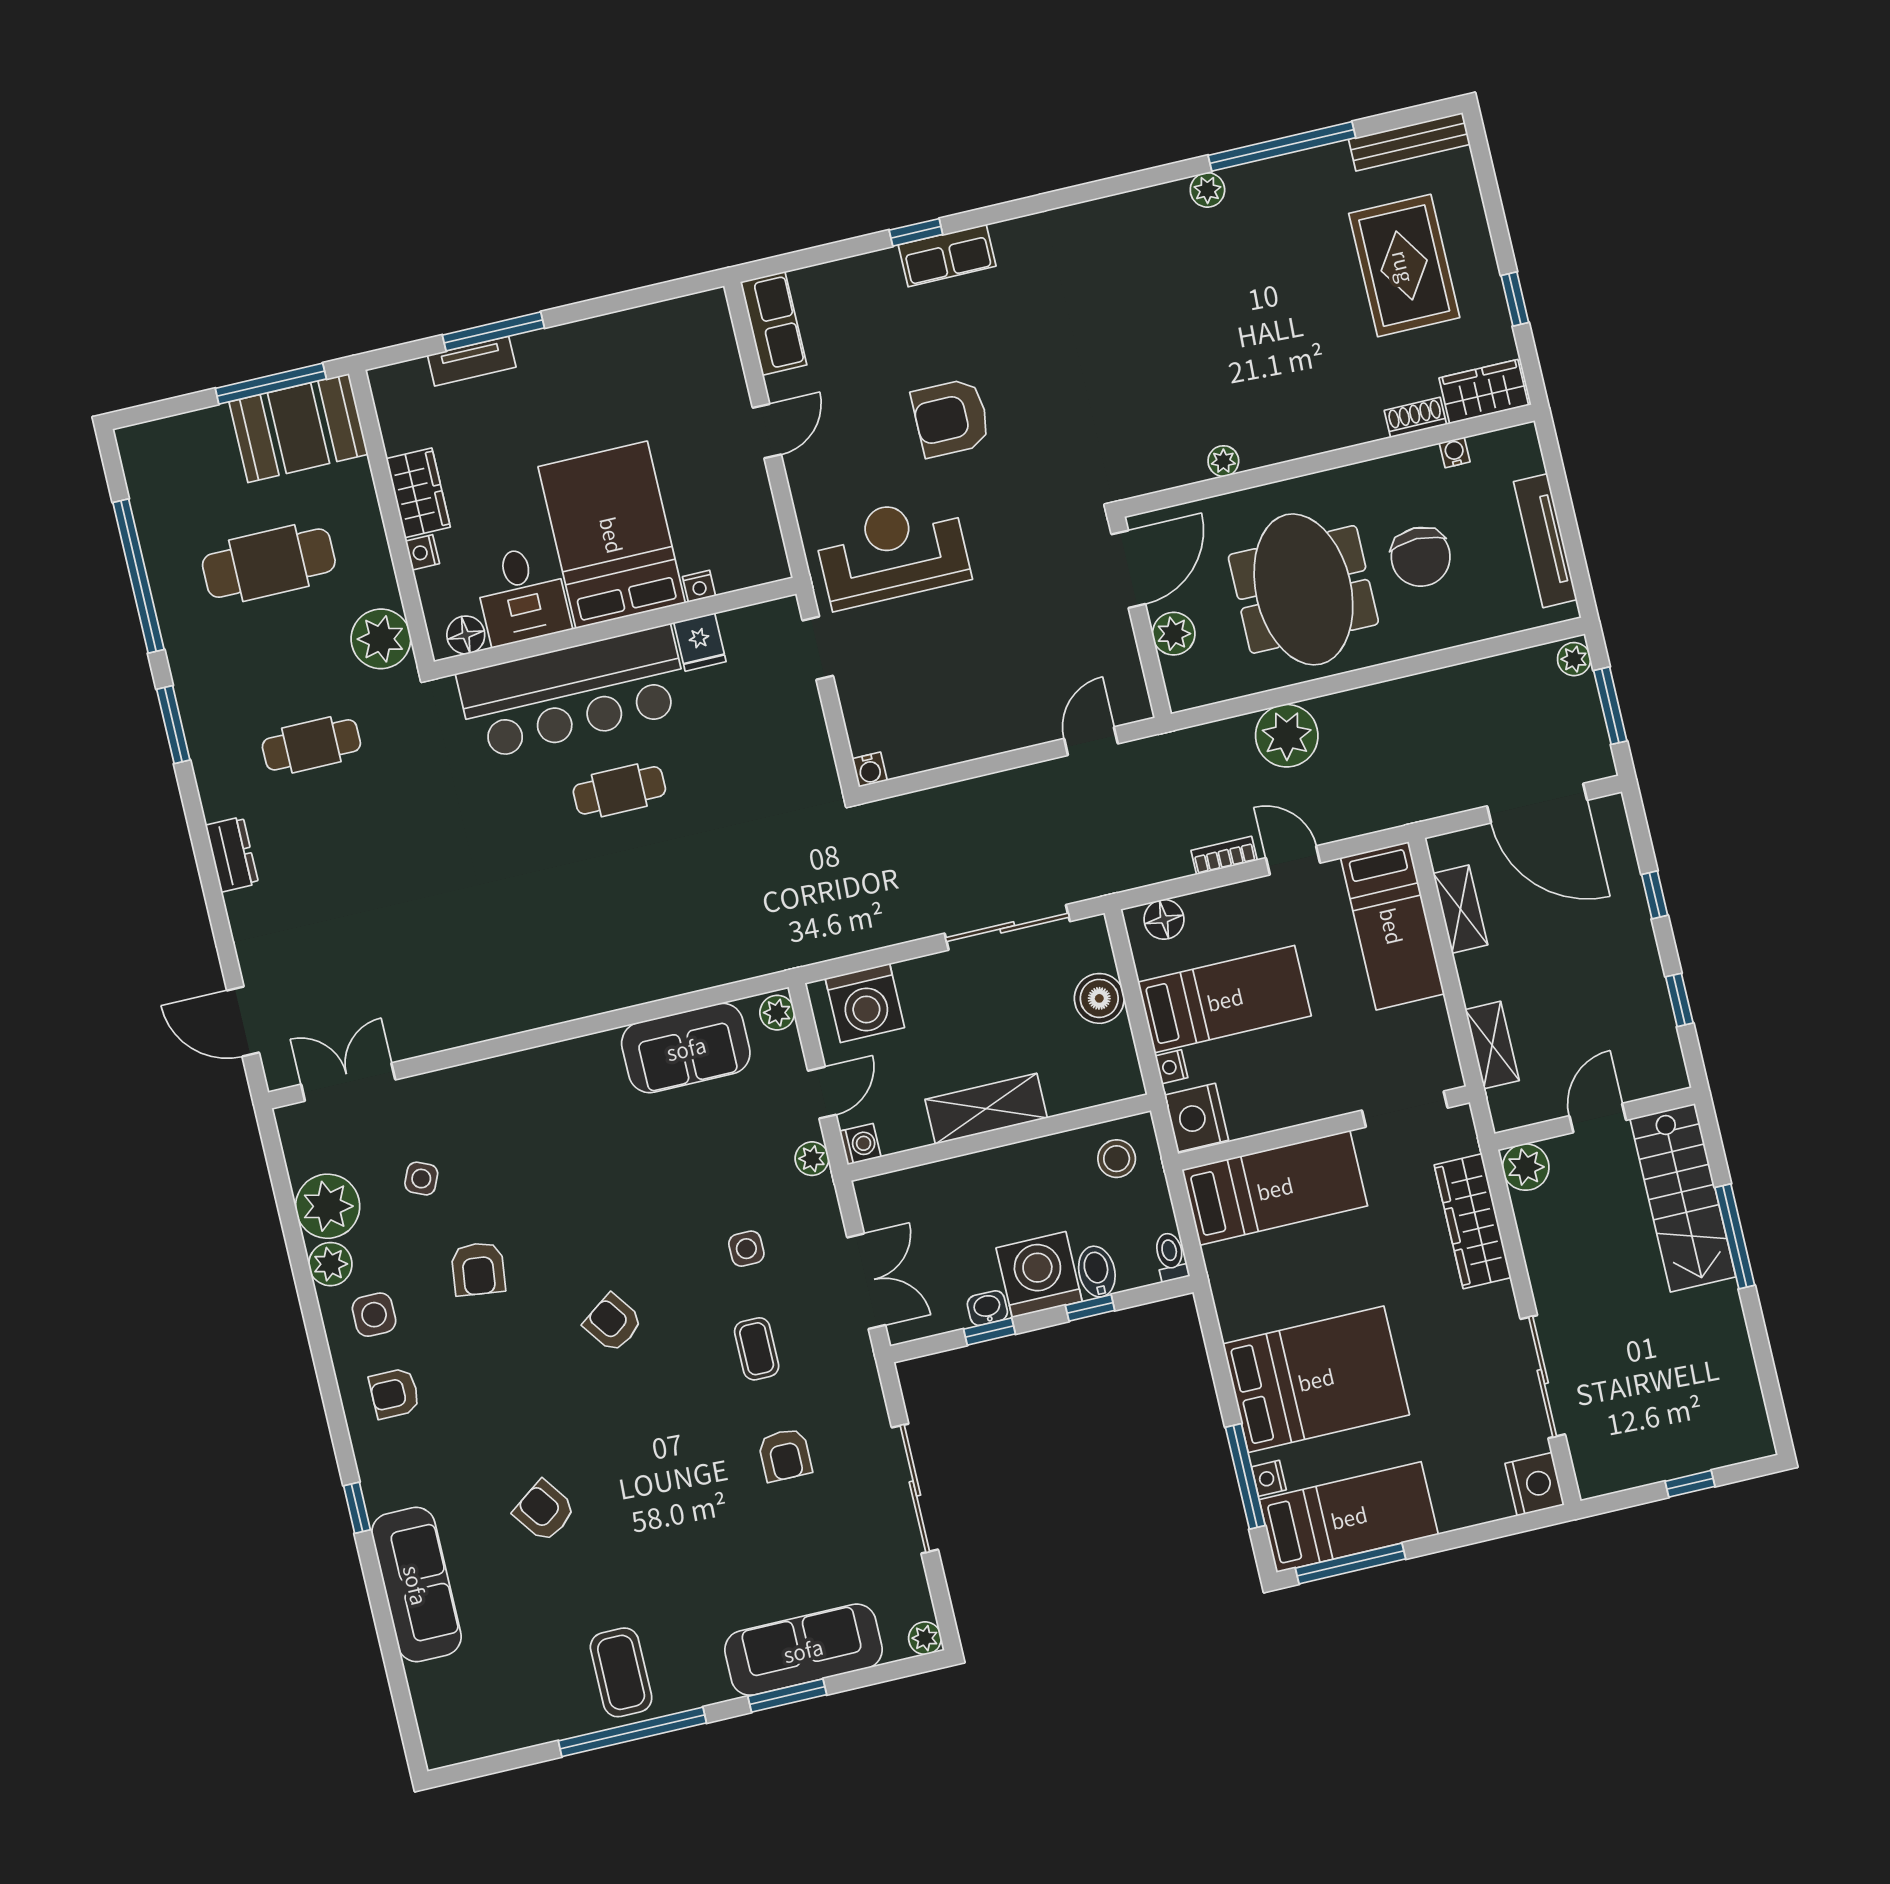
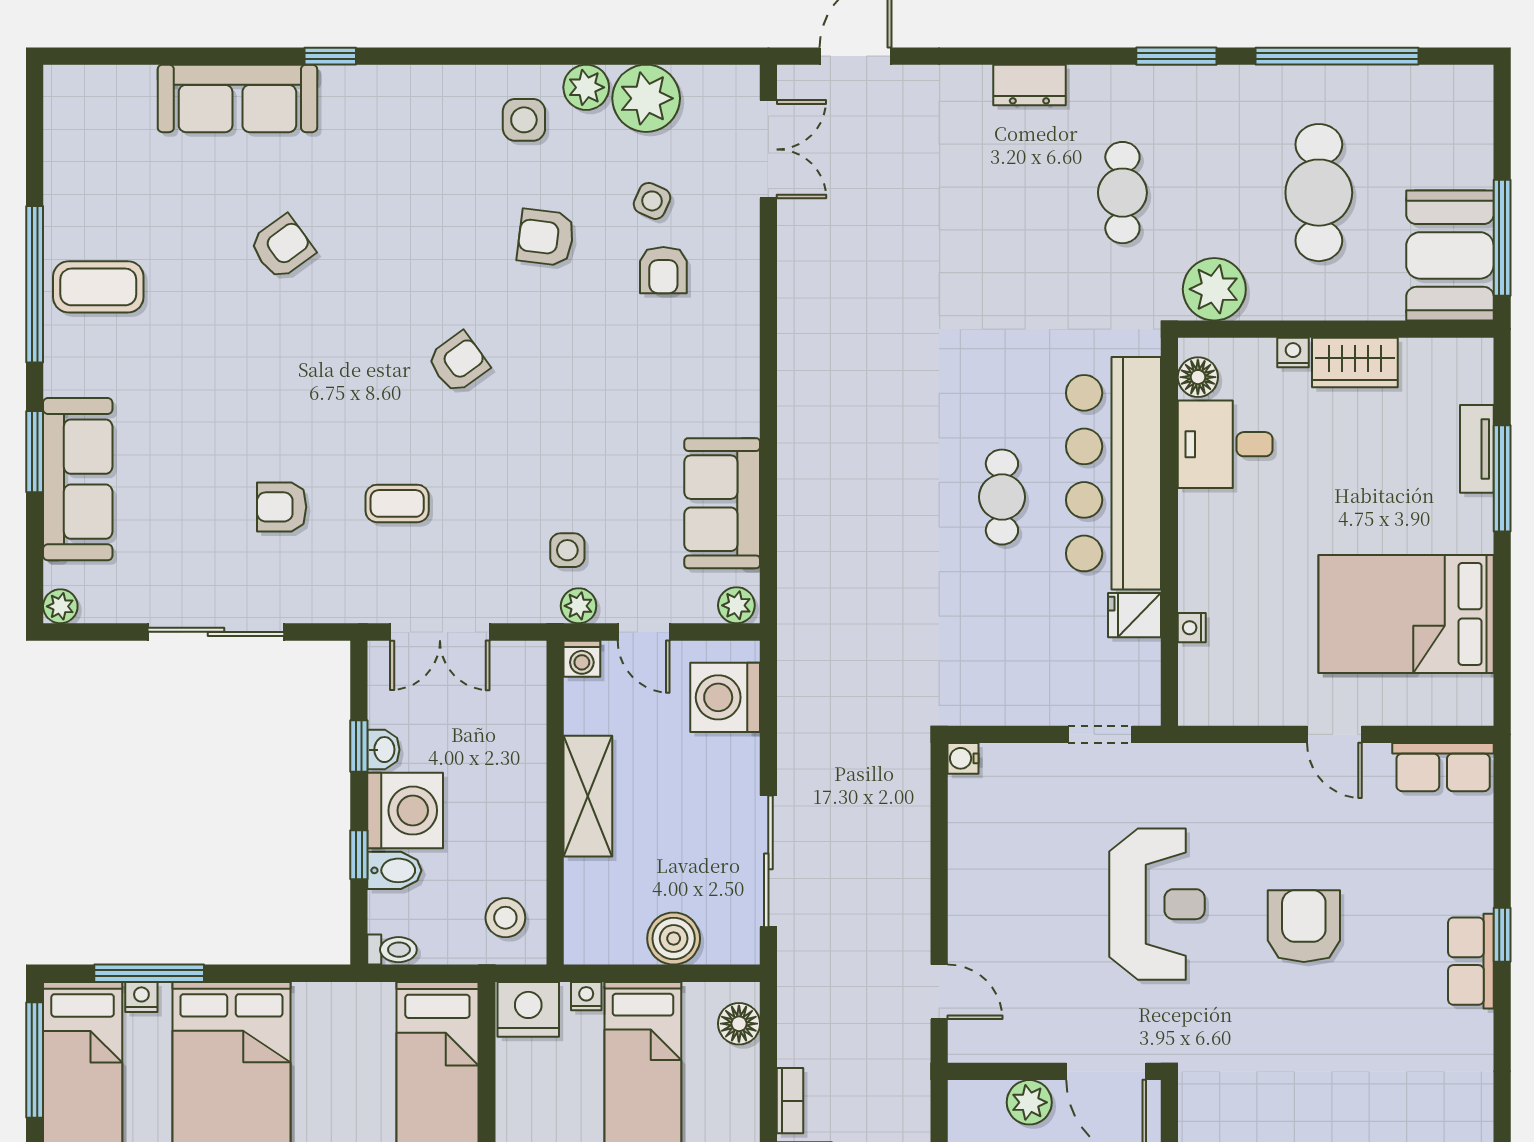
bed: (612, 535) -> (1406, 614), moved, turned 180
reception desk: (892, 552) -> (1157, 904), moved
side table: (746, 1249) -> (567, 550), moved
armchair: (394, 1393) -> (663, 270), moved, turned 180

